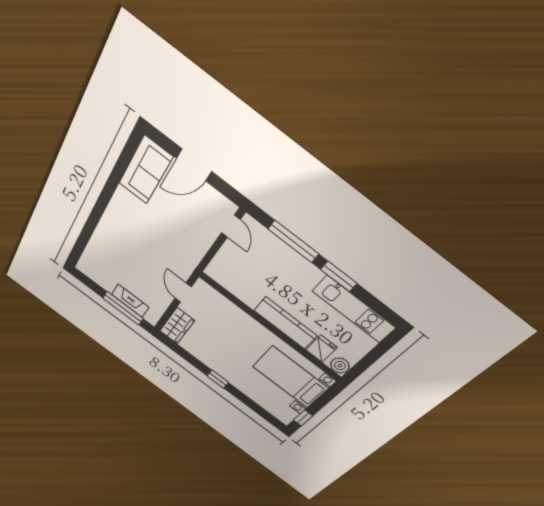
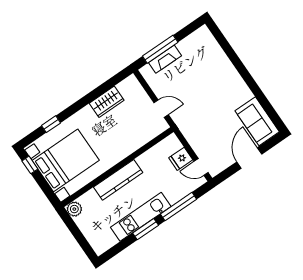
kitchen unit: (354, 309) -> (141, 217), moved
wardrobe: (177, 326) -> (107, 102), moved, turned -90
fridge: (321, 349) -> (181, 159), moved, turned 90
bed with nightstands: (290, 377) -> (66, 160), width x1.36
window: (218, 379) -> (51, 124), moved

